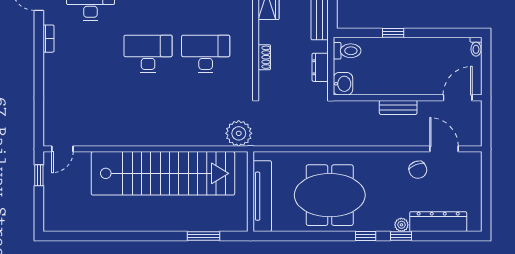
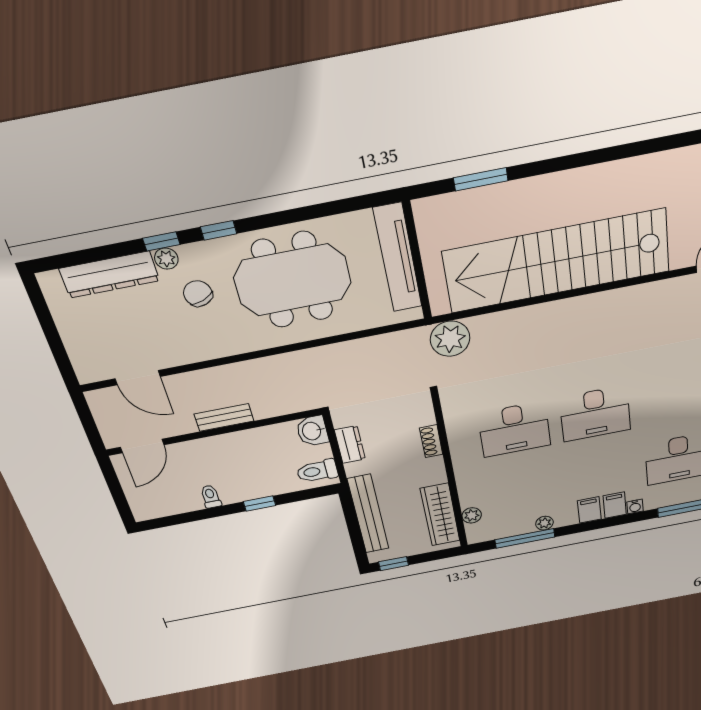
toilet: (476, 47) -> (211, 497), moved
chair: (418, 170) -> (198, 294), moved

